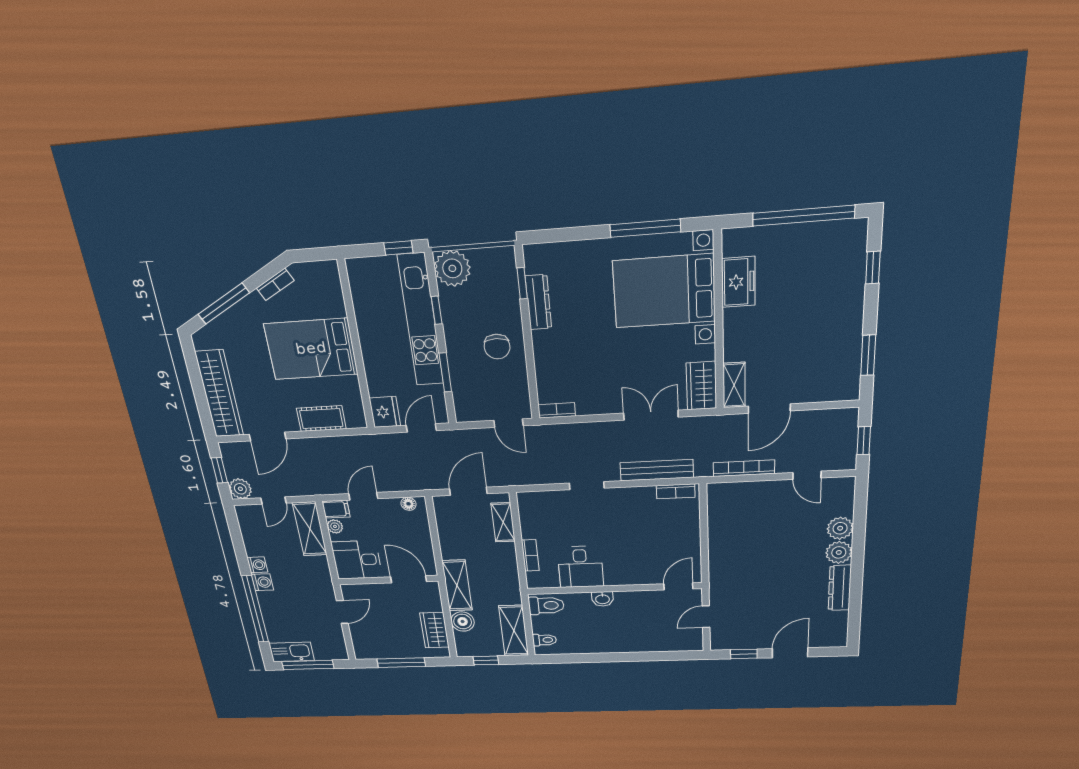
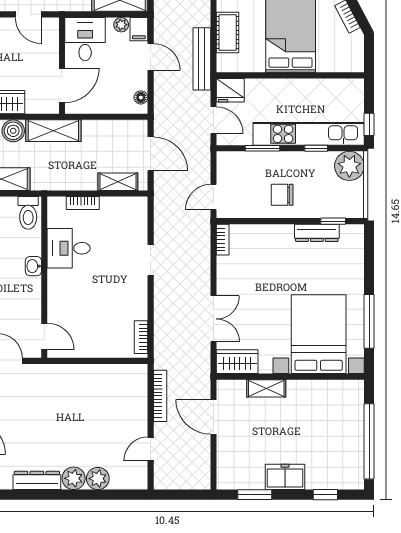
freezer: (738, 282) -> (285, 477), moved, turned 180
shelving: (734, 385) -> (266, 388), moved
window: (864, 441) -> (180, 495), removed
bench: (657, 470) -> (202, 59), moved

